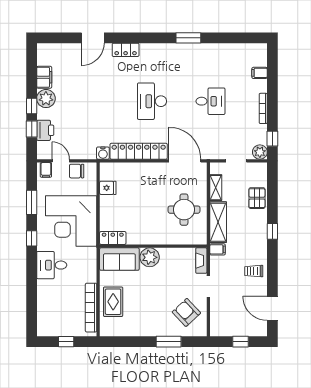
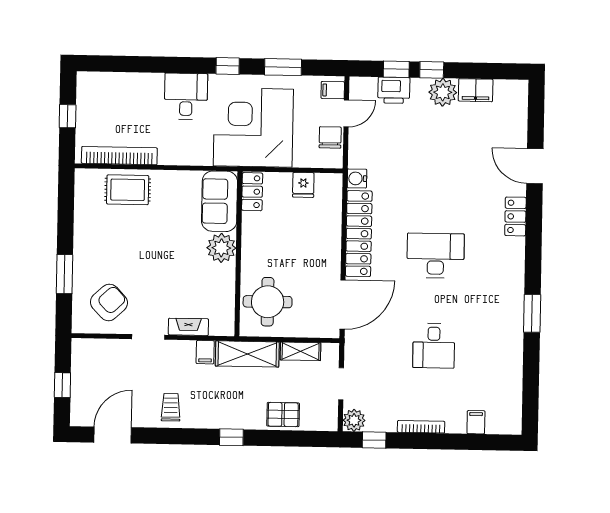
locker: (113, 238) -> (252, 192), moved
wall: (153, 246) -> (238, 254), moved
plant: (150, 257) -> (221, 248), moved
sofa: (119, 259) -> (219, 201), moved

